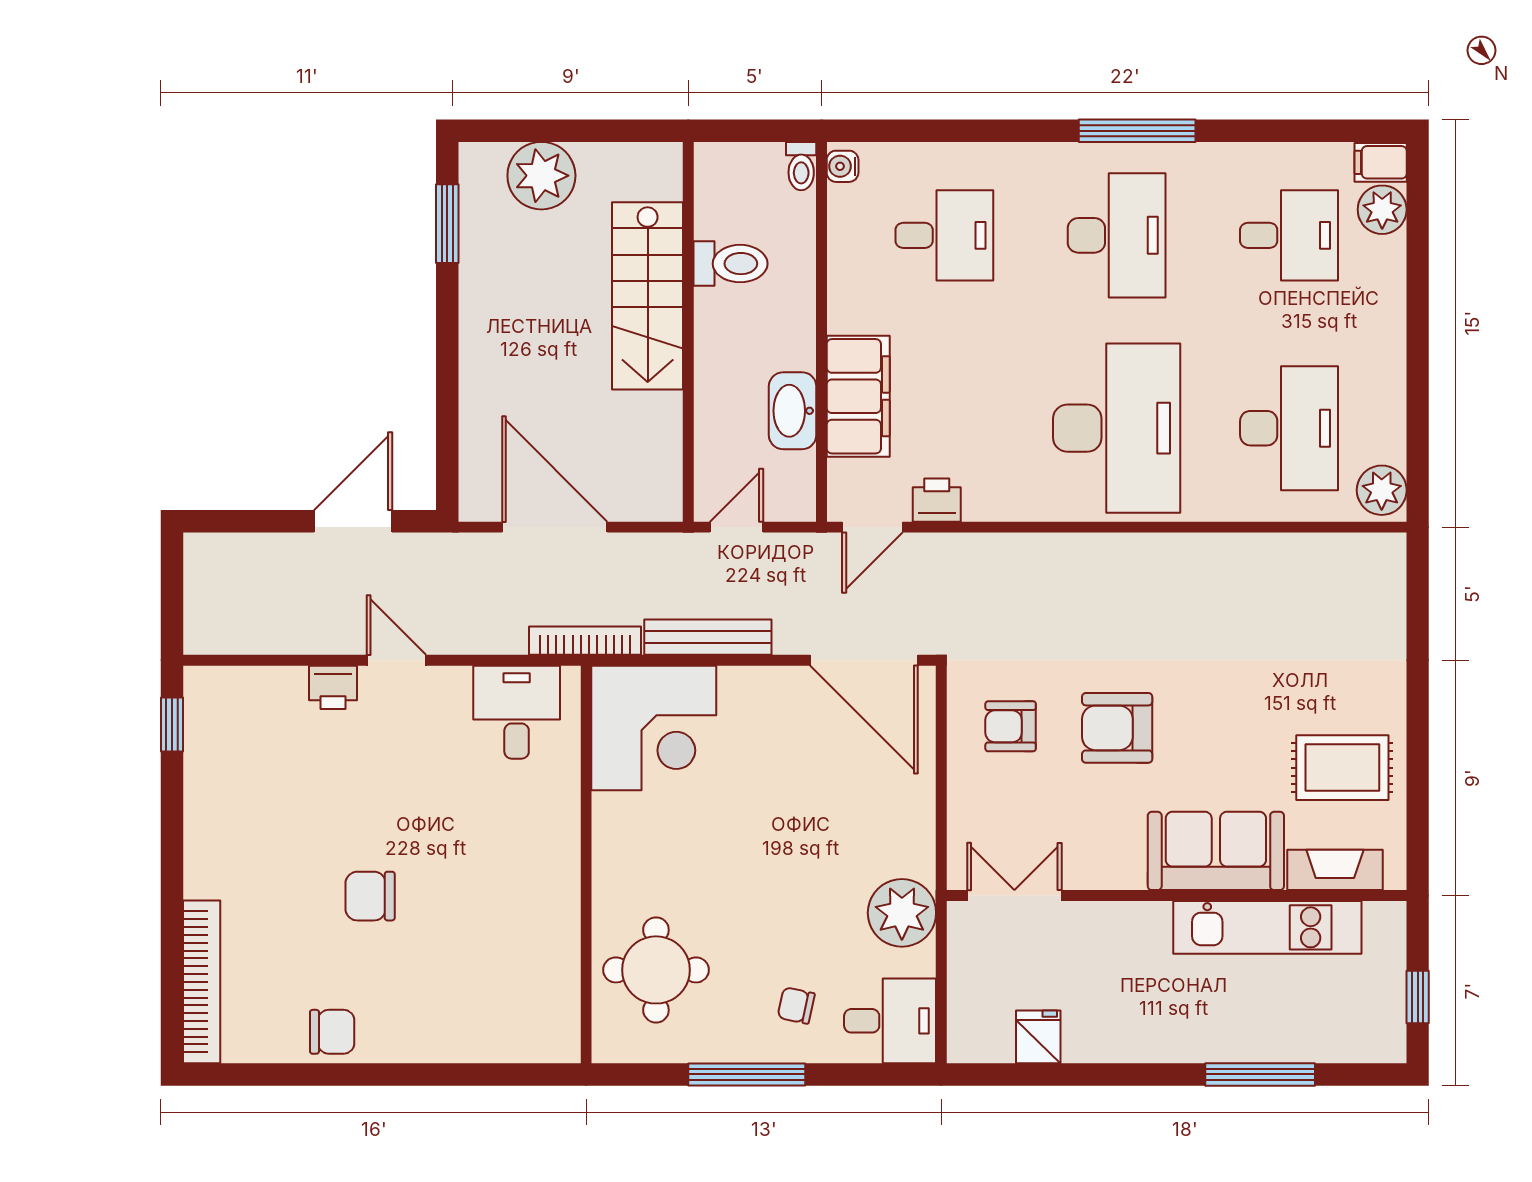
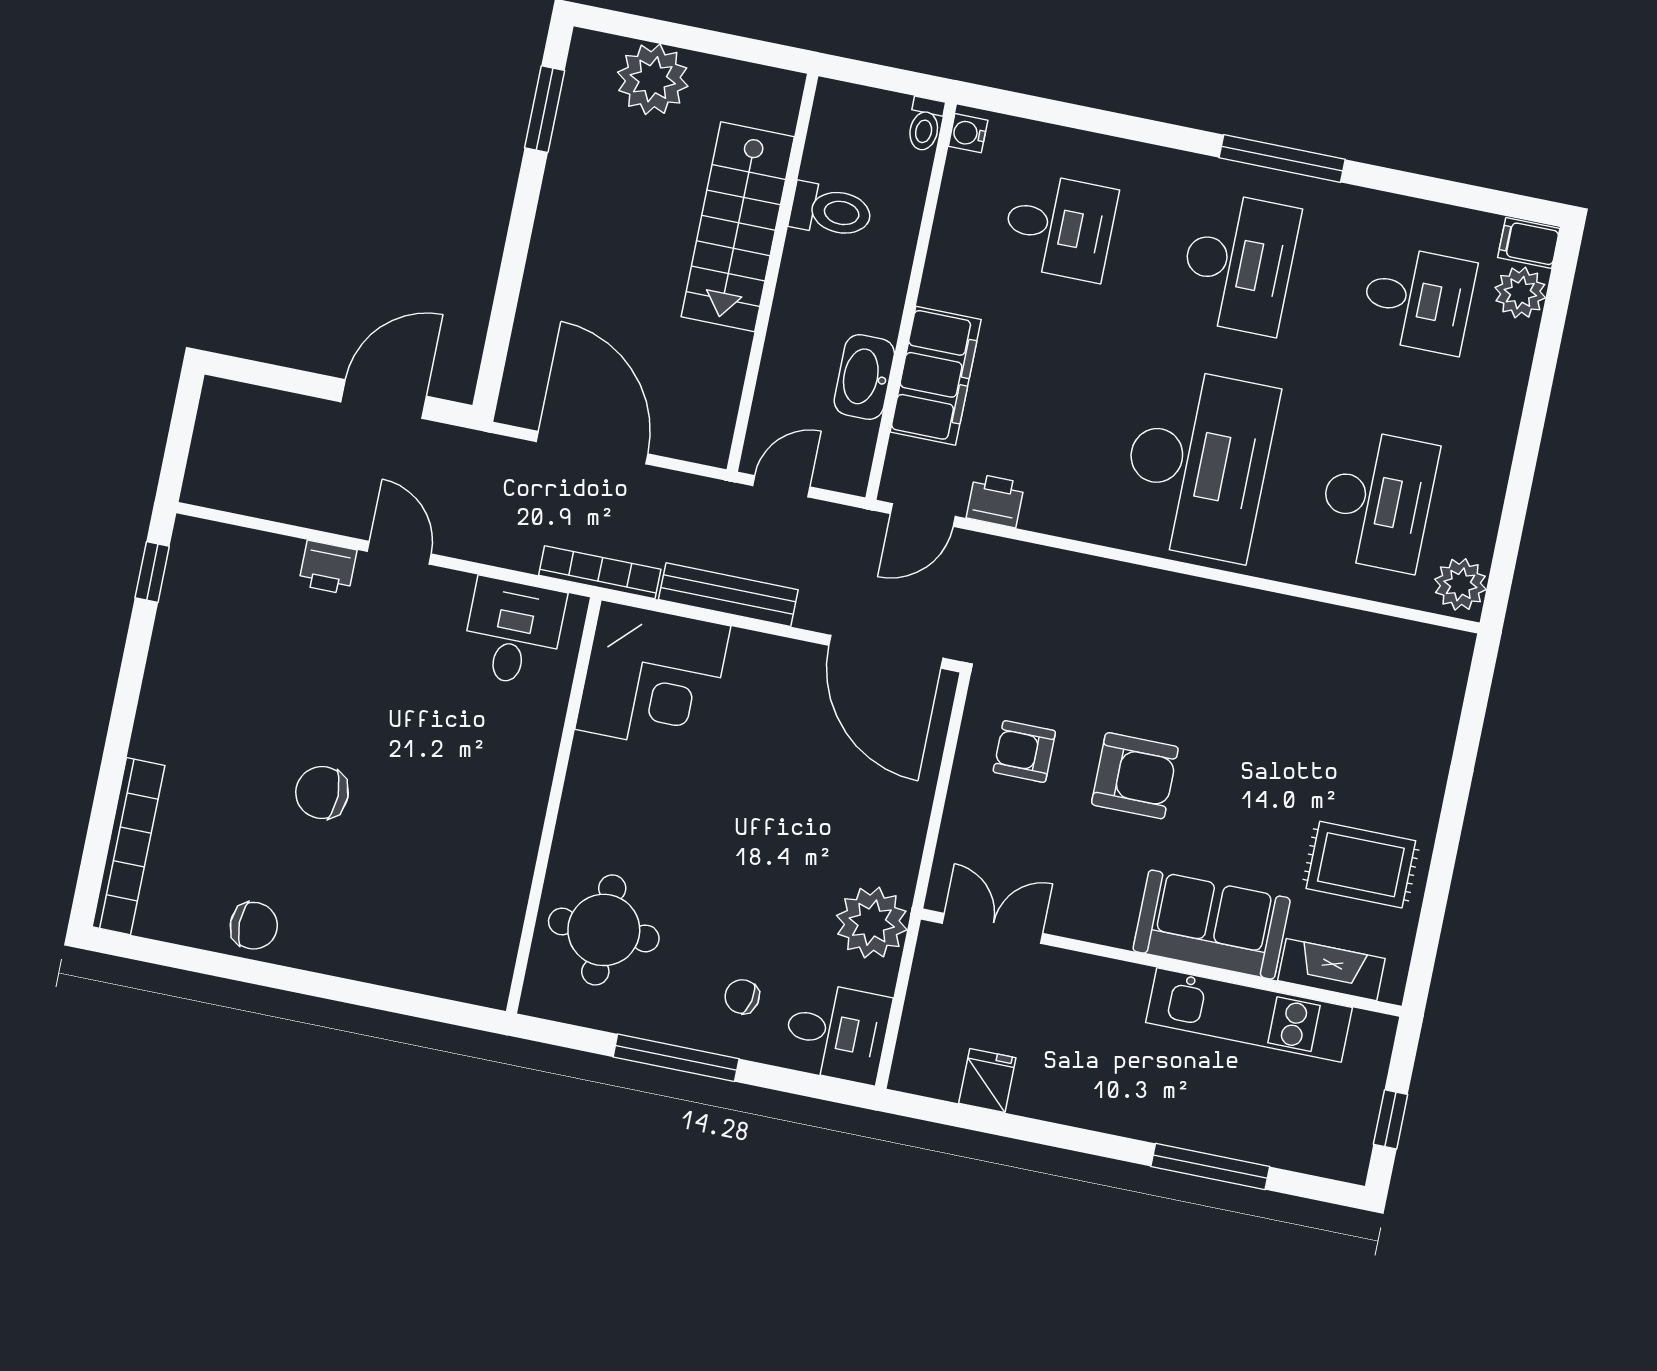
armchair: (1117, 728) -> (1135, 776), turned 180

